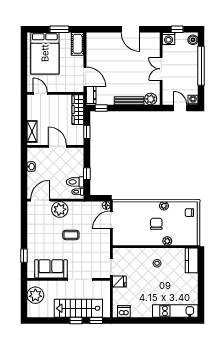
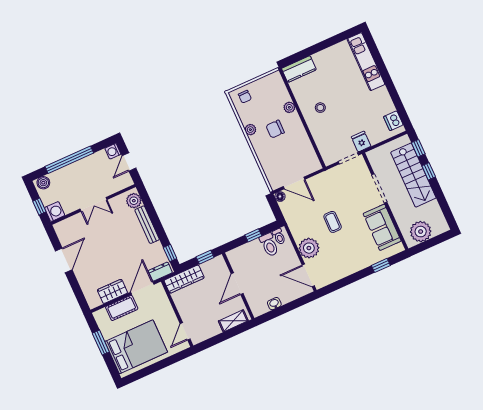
cot: (78, 44) -> (122, 308), moved
wardrobe: (92, 54) -> (112, 291), added

